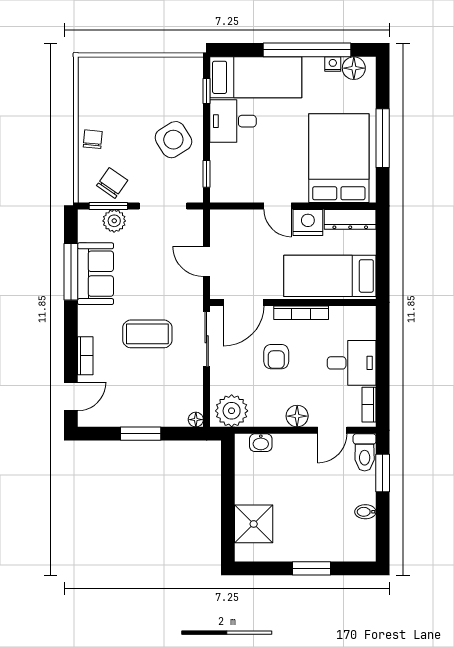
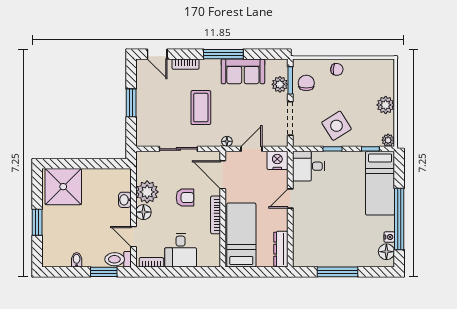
plant: (194, 66) -> (388, 140), added
plant: (144, 69) -> (386, 105), added
desk: (233, 121) -> (309, 166), moved, turned -90
bed: (339, 158) -> (324, 241), removed
window: (207, 174) -> (332, 149), moved
chair: (112, 183) -> (306, 83), turned -125
nightstand: (308, 222) -> (277, 160), moved, turned -90
window: (71, 272) -> (223, 54), moved
sliding door: (207, 339) -> (178, 149), moved
armchair: (276, 357) -> (185, 198), turned 180
plant: (232, 411) -> (147, 192), moved
floor lamp: (196, 420) -> (227, 141), moved
washbasin: (261, 443) -> (125, 200), moved
shower: (254, 524) -> (63, 187), width x1.37, depth x1.37

